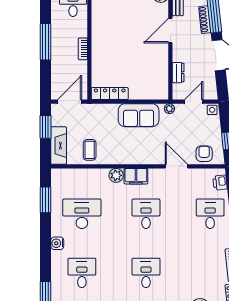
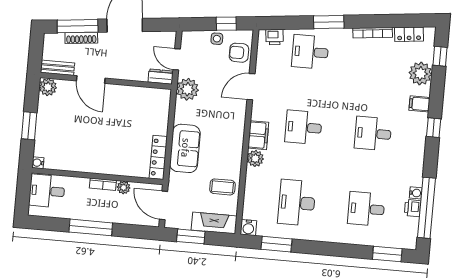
plant: (82, 66) -> (124, 187), added
dresser: (178, 73) -> (161, 77), moved
plant: (169, 109) -> (188, 89), width x1.87, depth x1.87
side table: (212, 110) -> (217, 39), moved
sofa: (139, 115) -> (185, 148), moved
water cooler: (57, 243) -> (248, 228), moved

